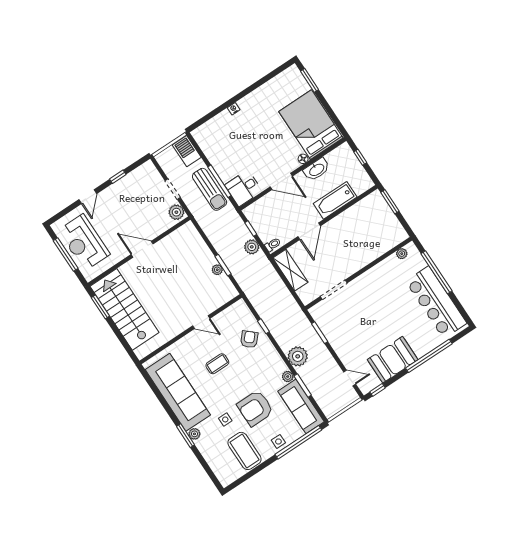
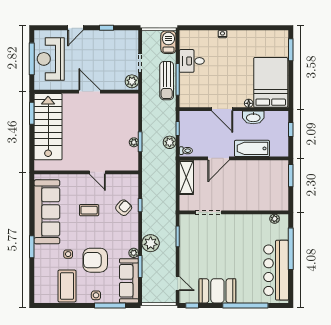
desk: (244, 188) -> (192, 61), moved
plant: (194, 434) -> (39, 250), removed
window: (298, 442) -> (110, 305), width x0.68

